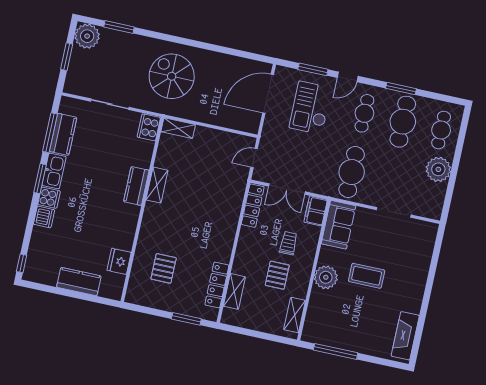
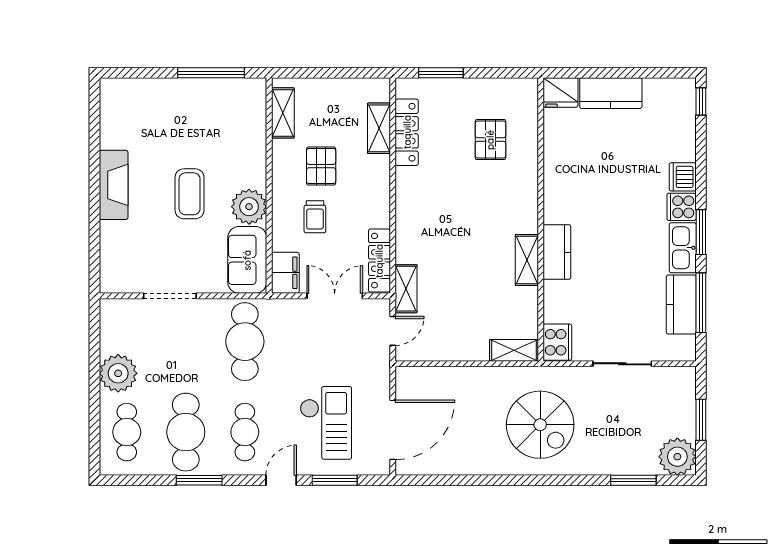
shelving: (239, 184) -> (406, 289), added
fridge: (119, 261) -> (561, 92), moved, turned 90
coffee table: (367, 276) -> (190, 194), turned 90
plant: (326, 277) -> (249, 207), moved
fireplace: (405, 336) -> (114, 185), moved

